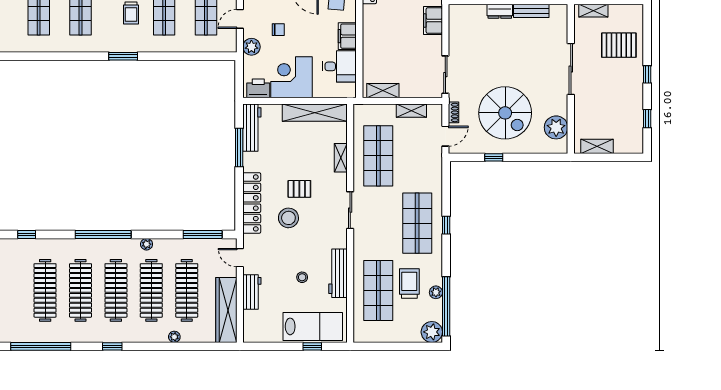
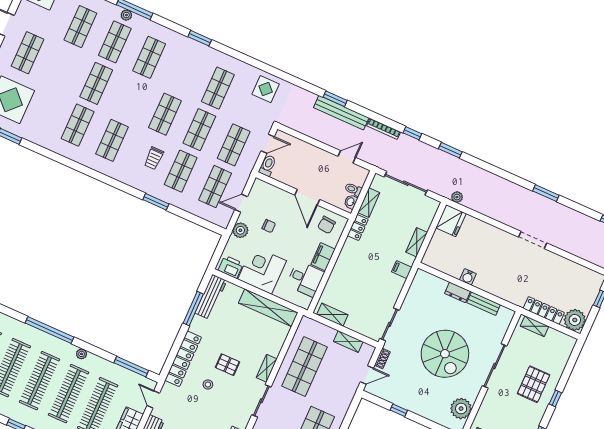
filing cabinet: (433, 21) -> (402, 270), width x0.50
pallet: (619, 45) -> (534, 384), moved, turned 90
window: (123, 56) -> (156, 202), moved
spiral stairs: (505, 113) -> (445, 354), moved
shelving: (341, 158) -> (267, 368), moved
stool: (288, 218) -> (208, 385), width x0.53, depth x0.53

